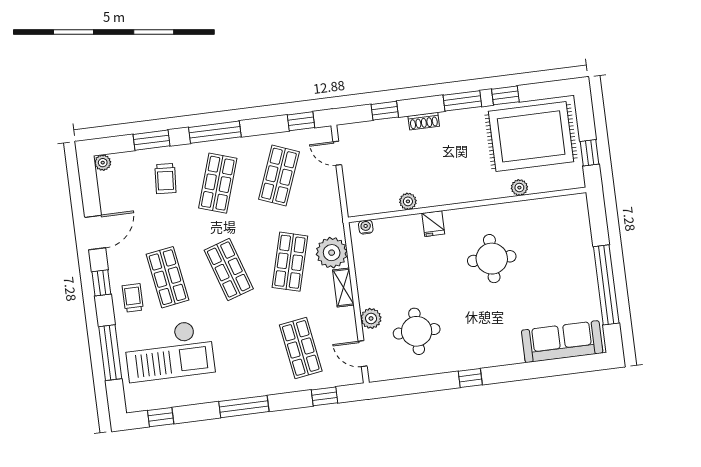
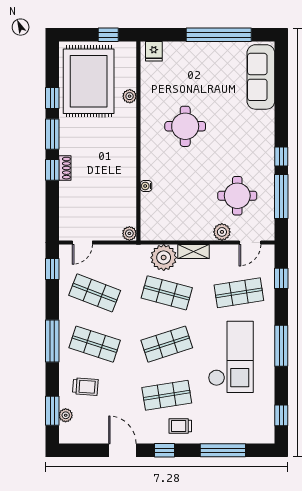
window: (385, 111) -> (52, 170), moved
window: (152, 140) -> (52, 411), moved
plant: (103, 163) -> (66, 415), moved
plant: (408, 201) -> (129, 233), moved
fridge: (433, 224) -> (154, 51), moved, turned 90
water cooler: (366, 227) -> (146, 186), moved
checkout: (169, 351) -> (231, 357), moved
window: (422, 384) -> (281, 196), added

